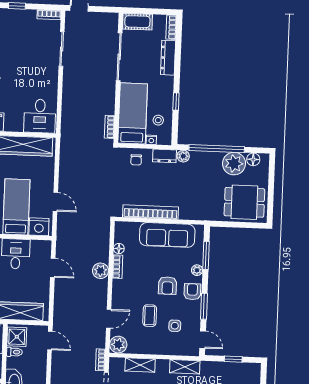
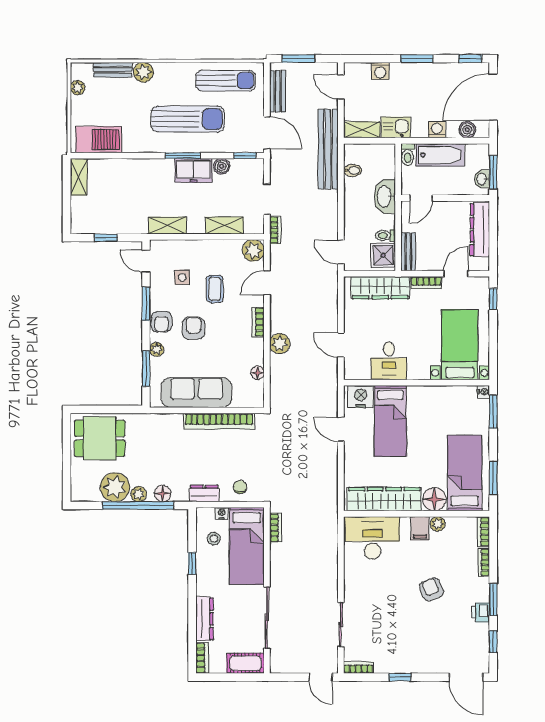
desk: (40, 116) -> (372, 538), width x1.37
plant: (183, 156) -> (139, 494), moved
floor lamp: (253, 159) -> (163, 494), moved
bookcase: (118, 267) -> (258, 322), moved

